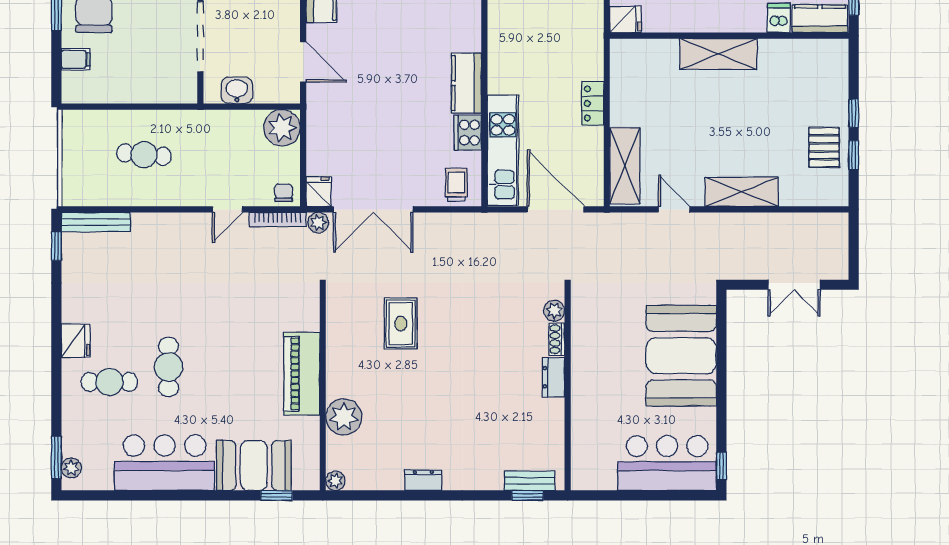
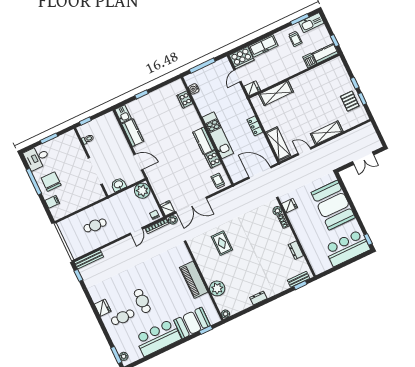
shelving: (718, 54) -> (276, 93), moved
kitchen unit: (503, 150) -> (218, 135), moved
fridge: (586, 312) -> (289, 206), added
dresser: (554, 377) -> (296, 250), moved

